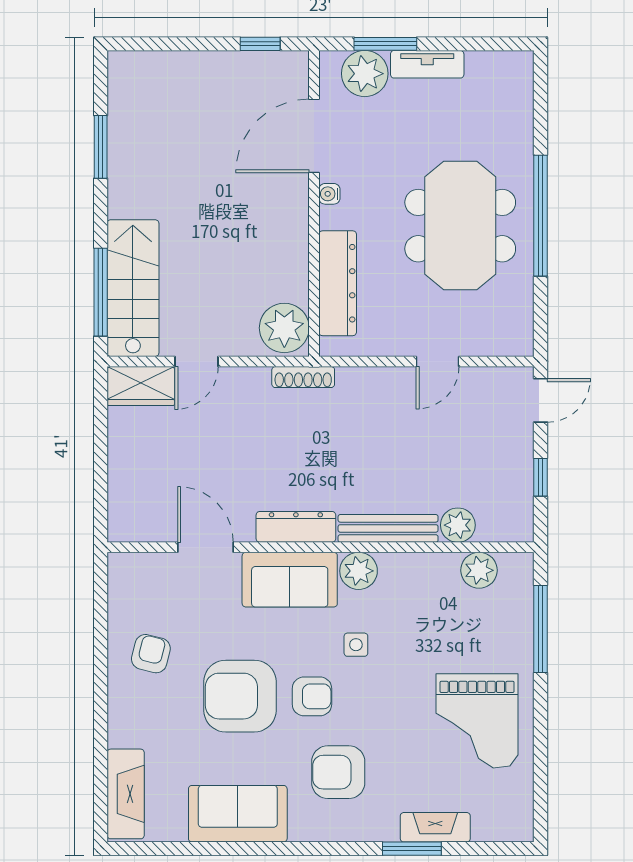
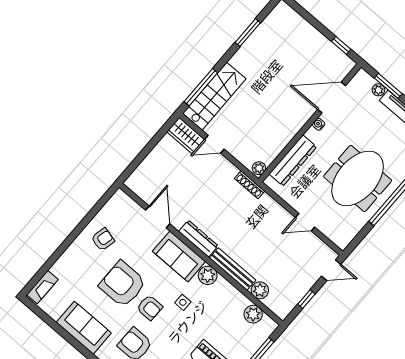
plant: (365, 74) -> (378, 90), width x0.53, depth x0.53
plant: (284, 328) -> (259, 168), width x0.53, depth x0.53
fireplace: (126, 794) -> (42, 287), width x0.73, depth x0.76

